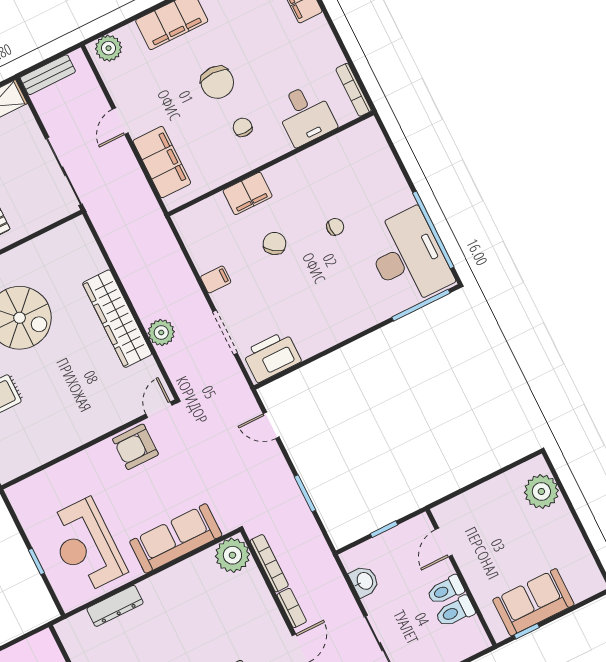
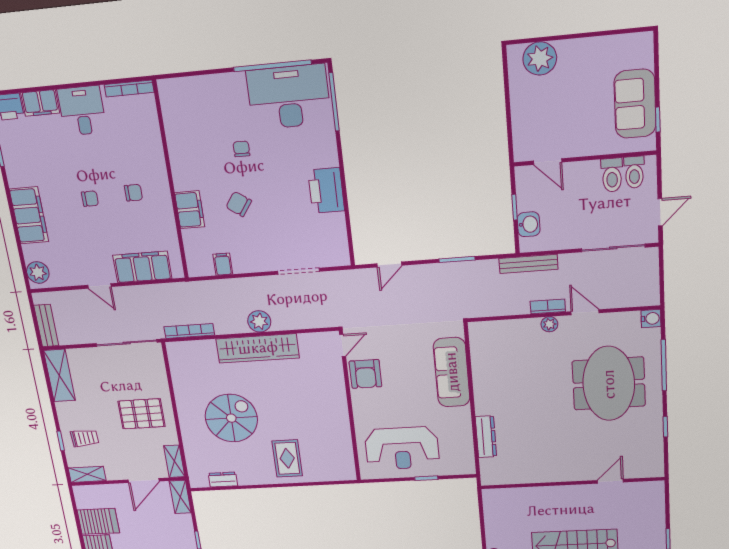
chair: (217, 82) -> (90, 199), width x0.54, depth x0.54
desk: (305, 115) -> (82, 111), moved, turned -90
chair: (243, 127) -> (133, 193), turned 180
filing cabinet: (216, 279) -> (223, 264), moved
plant: (161, 333) -> (259, 321), moved
printer: (272, 357) -> (326, 190), moved
door: (159, 410) -> (343, 345), swing flipped
reception desk: (86, 546) -> (402, 448), moved
plant: (232, 555) -> (549, 324), moved, width x0.53, depth x0.53
bookcase: (269, 563) -> (189, 331), moved
bench: (330, 569) -> (528, 264), added
washbasin: (364, 581) -> (529, 224), moved, turned 90
toilet: (446, 590) -> (634, 172), moved

